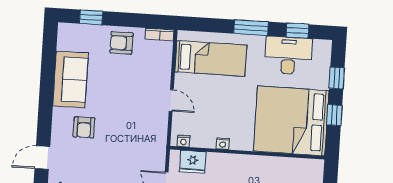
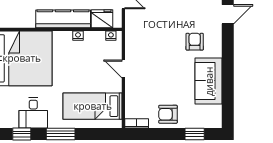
armchair: (121, 43) -> (168, 114), turned 180
desk: (288, 55) -> (33, 113), width x0.73
kitchen counter: (239, 165) -> (63, 19), added

